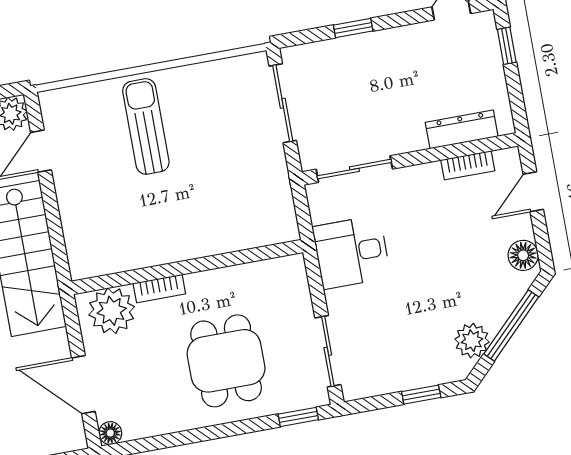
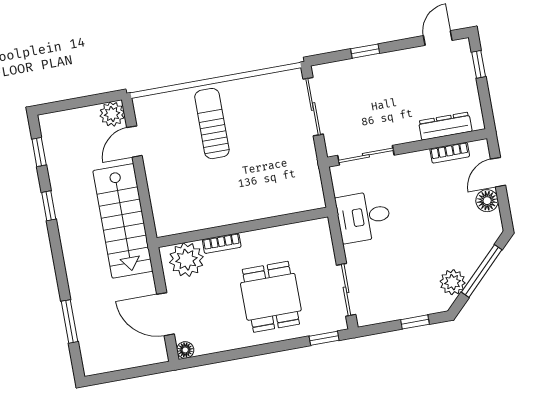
floor lamp: (523, 255) -> (487, 201), moved

